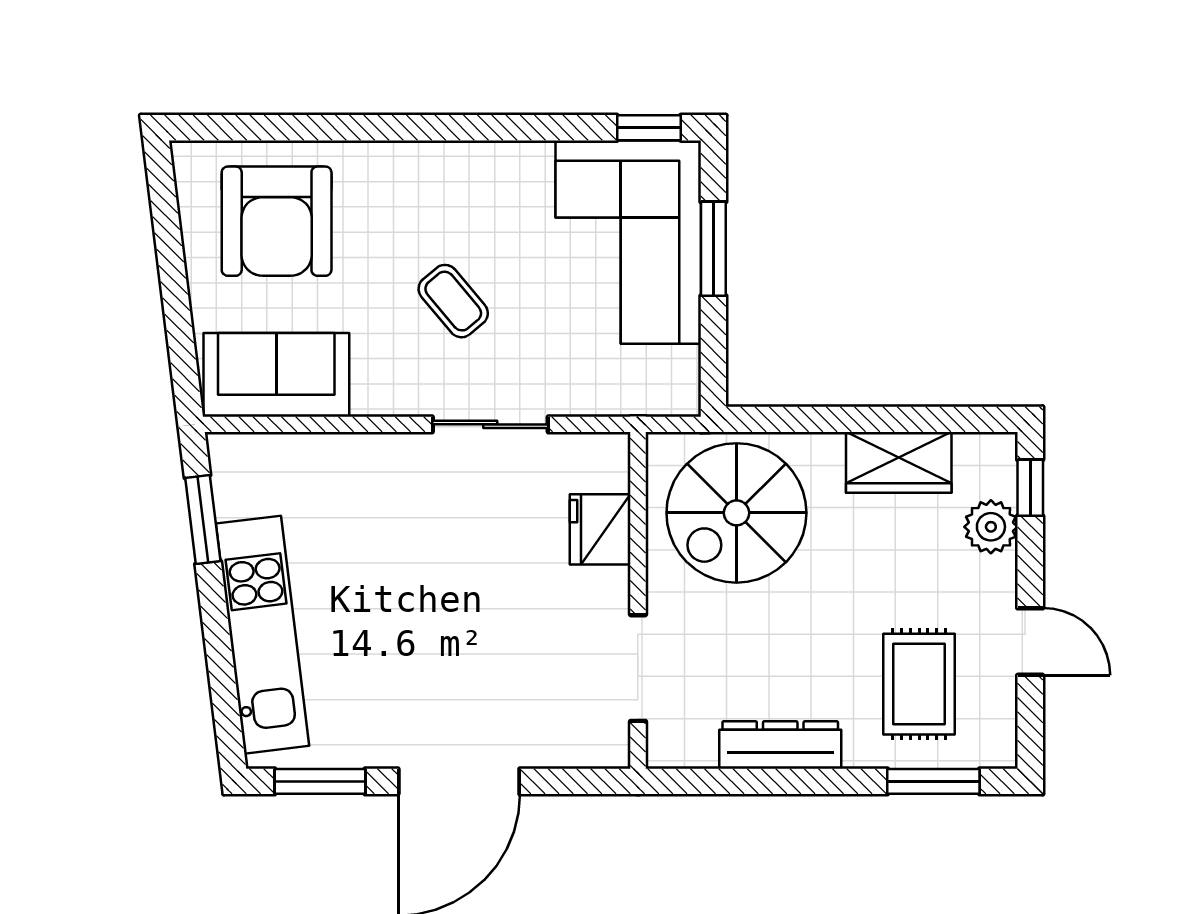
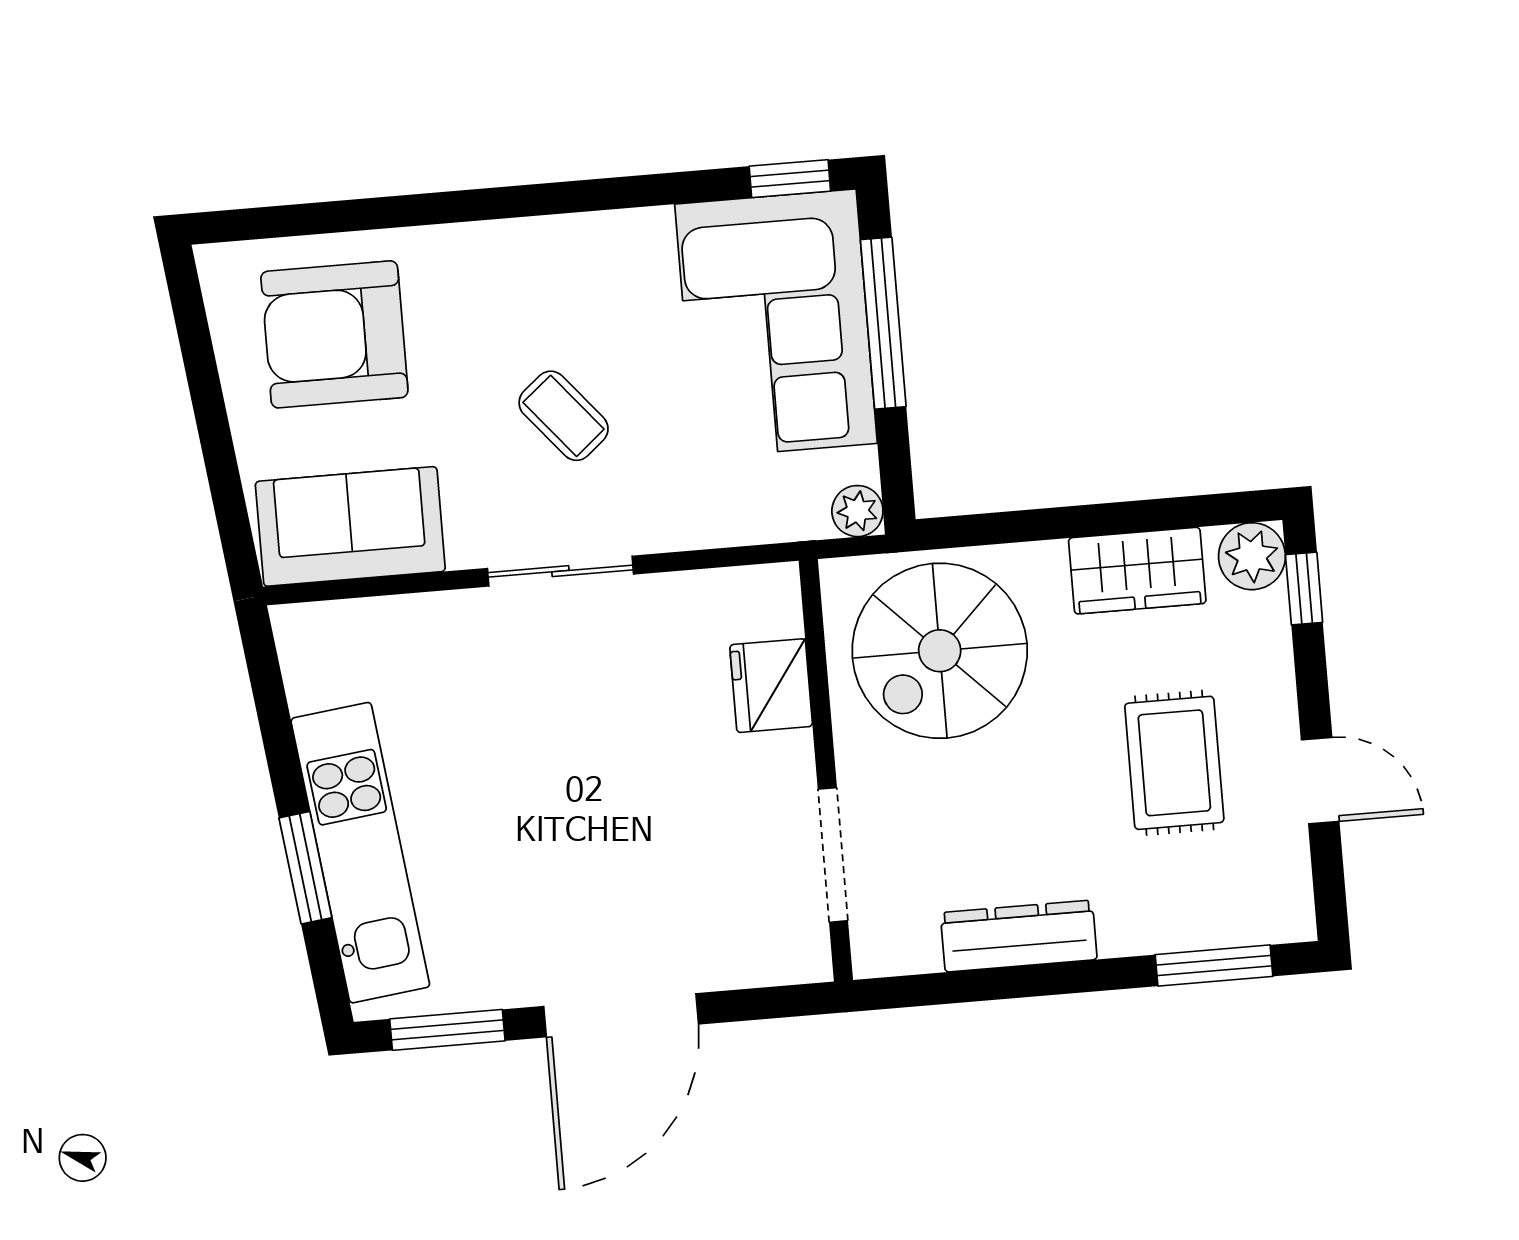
armchair: (277, 221) -> (334, 334), turned 90
window: (713, 249) -> (883, 323), width x1.44
plant: (680, 396) -> (857, 511), added
sliding door: (490, 424) -> (560, 571), moved
window: (203, 519) -> (305, 868), moved
plant: (991, 527) -> (1252, 556), moved
rug: (919, 684) -> (1174, 763), moved

